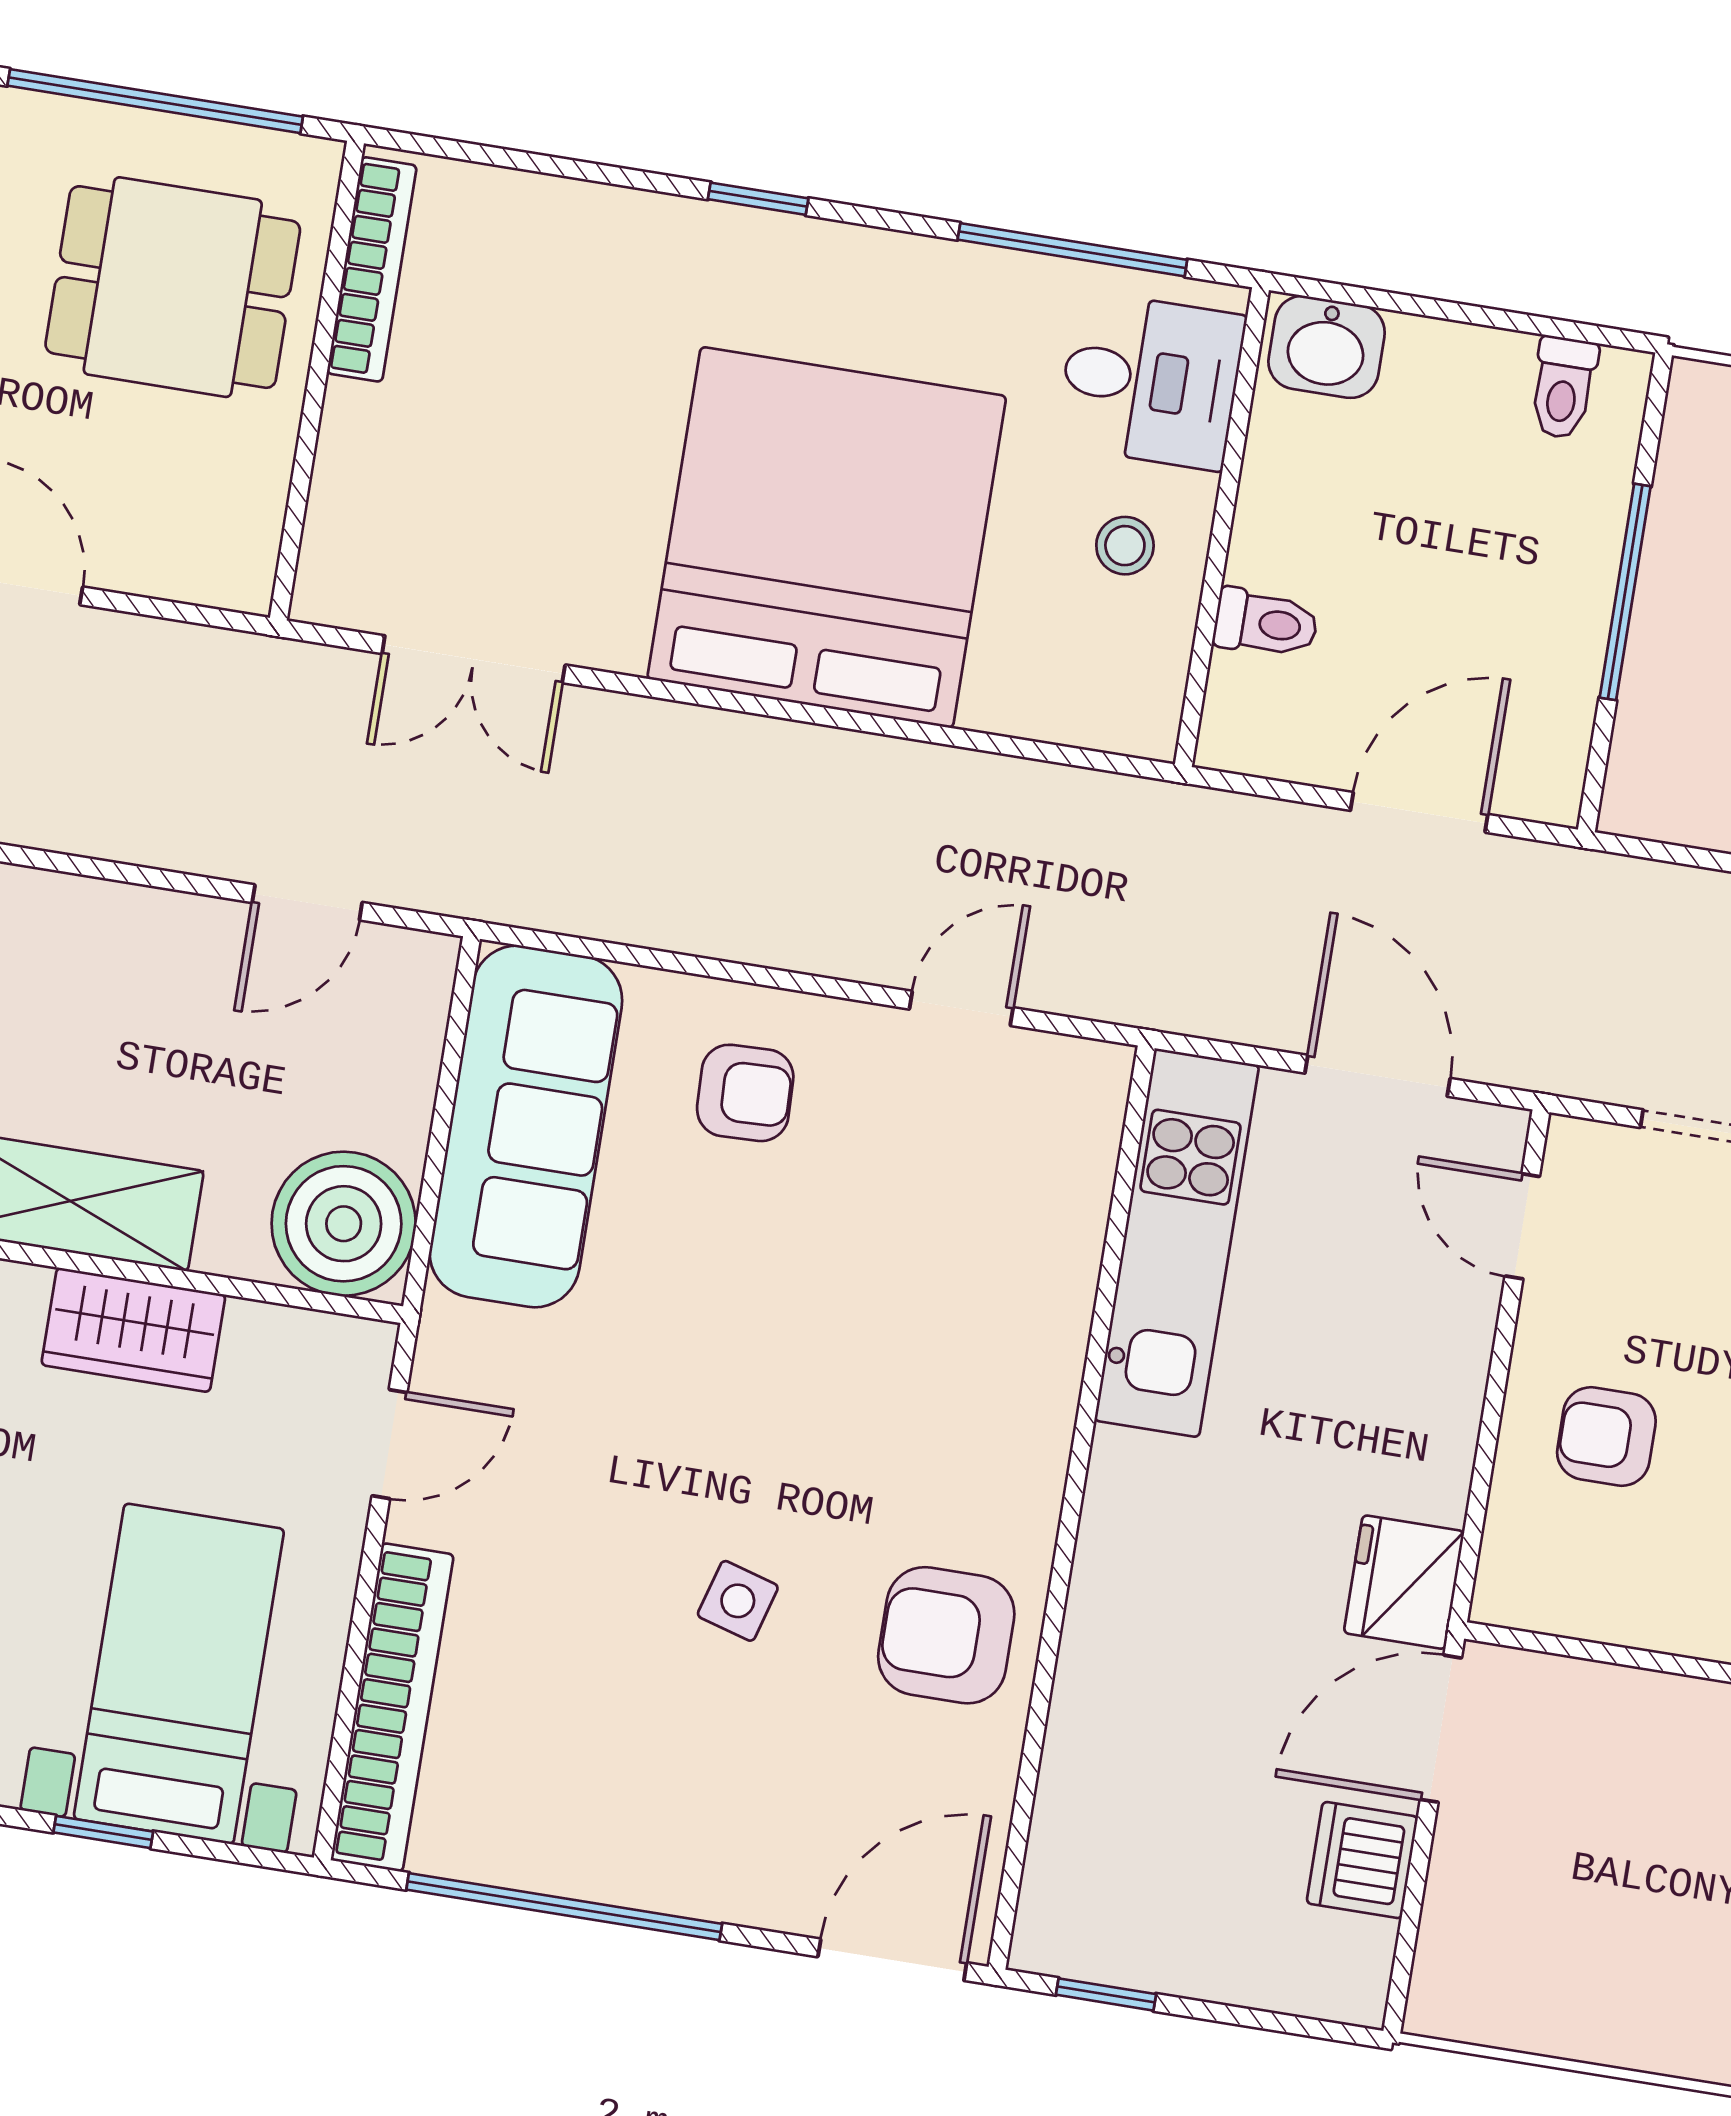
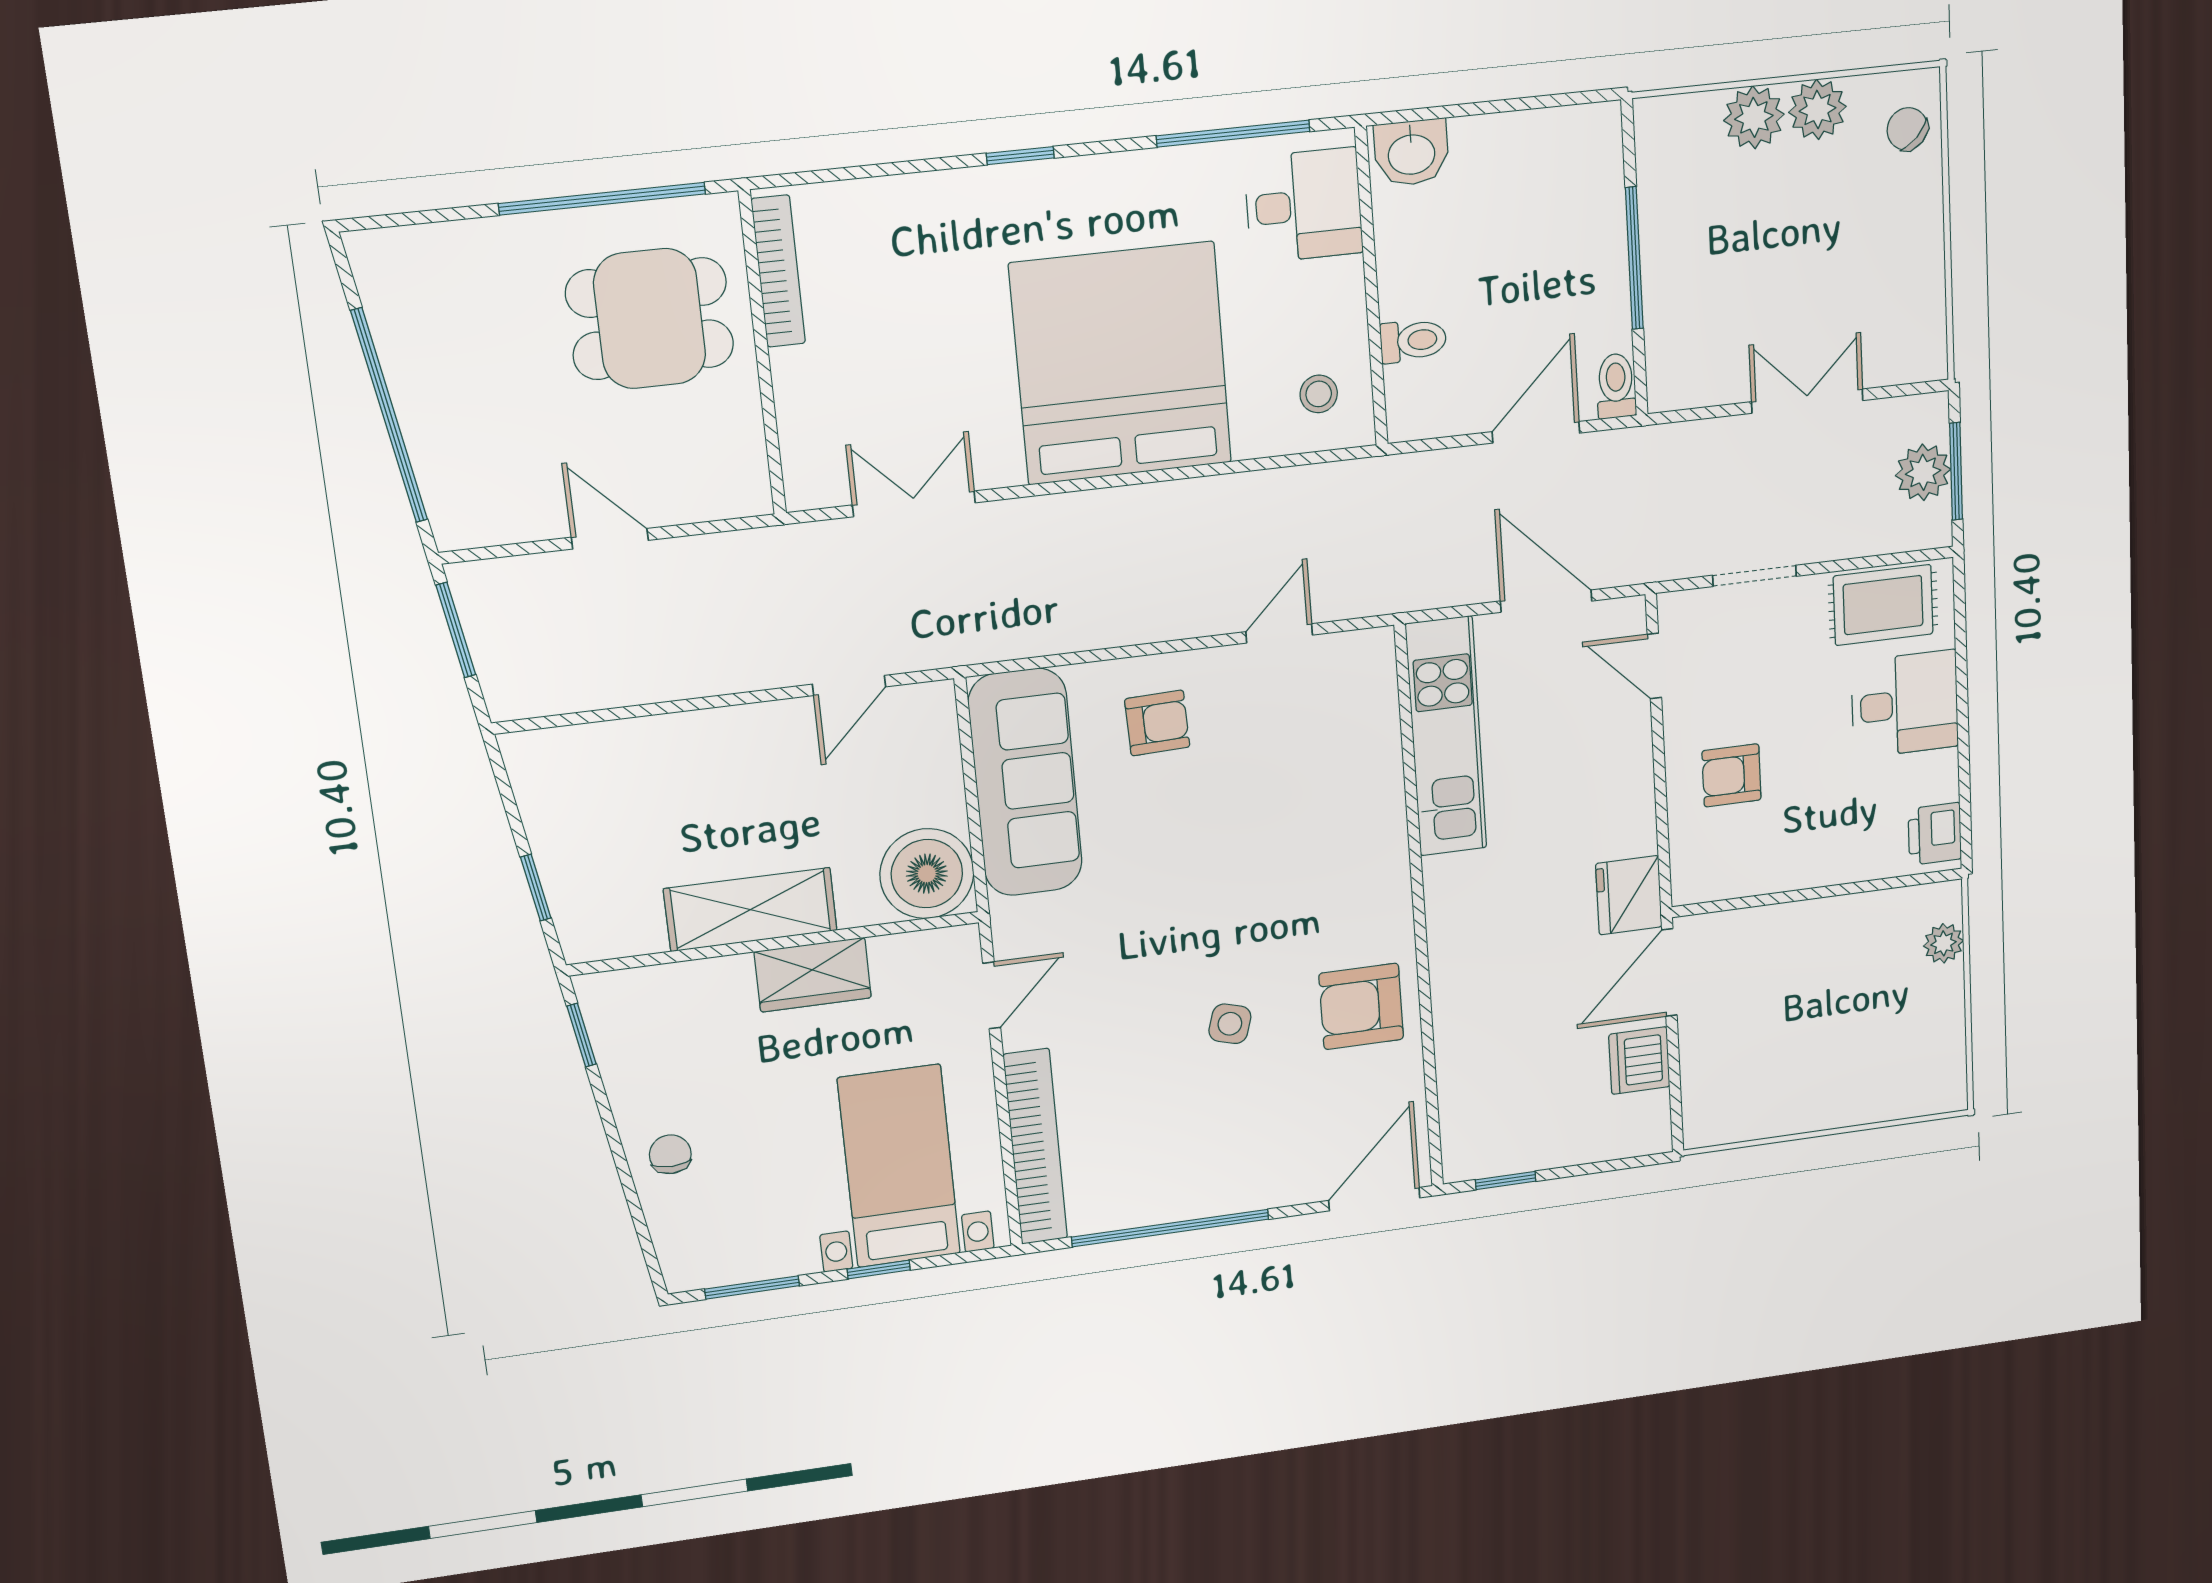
toilet: (1563, 388) -> (1616, 386), moved, turned 180
stool: (1125, 546) -> (1319, 394), moved
double door: (474, 659) -> (914, 504), swing flipped

